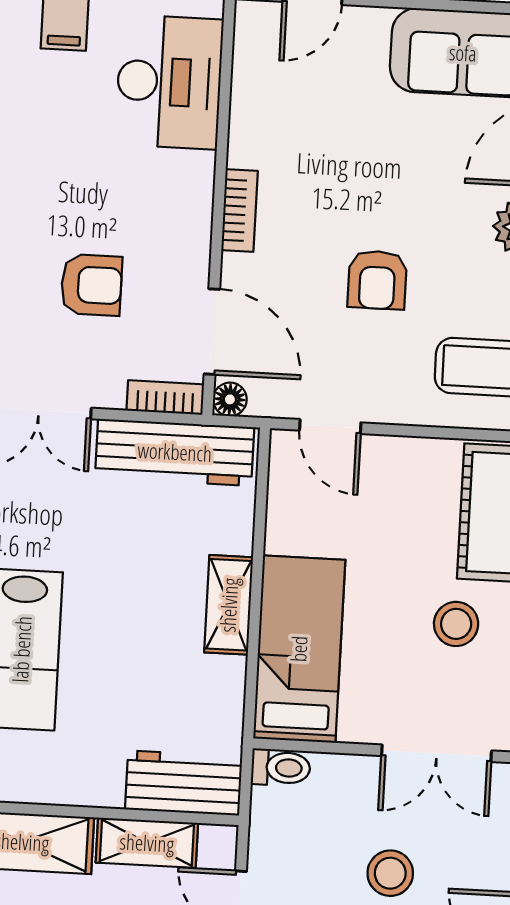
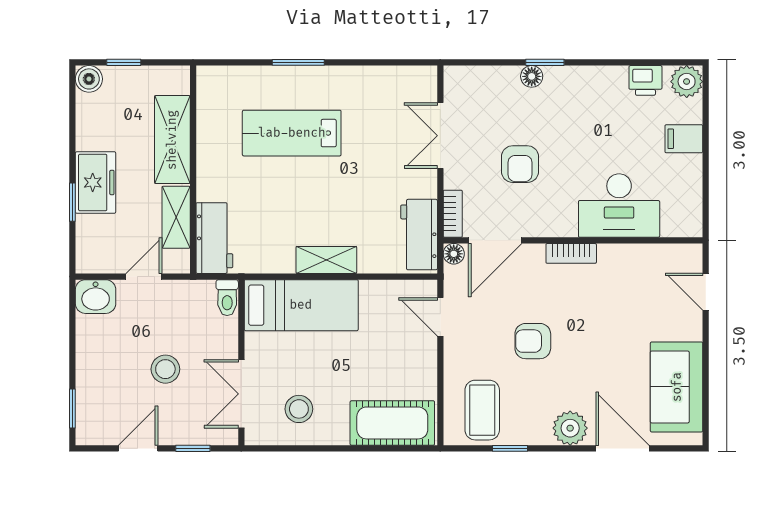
desk: (169, 82) -> (619, 206), moved
door: (330, 427) -> (440, 317), hinge flipped
workbench: (175, 452) -> (419, 235), width x0.73
stool: (456, 624) -> (299, 409), moved

